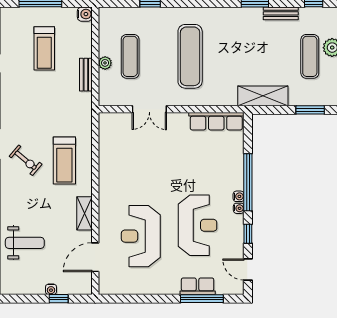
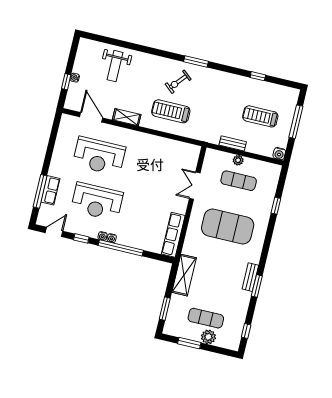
bench: (281, 13) -> (250, 277), moved
exercise mat: (190, 56) -> (228, 226), width x1.47
reception desk: (141, 236) -> (99, 156), turned 180

